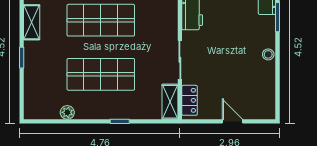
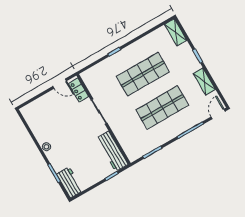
shelving: (170, 102) -> (176, 32), moved
plant: (67, 112) -> (150, 39), removed
door: (232, 121) -> (60, 84), moved

